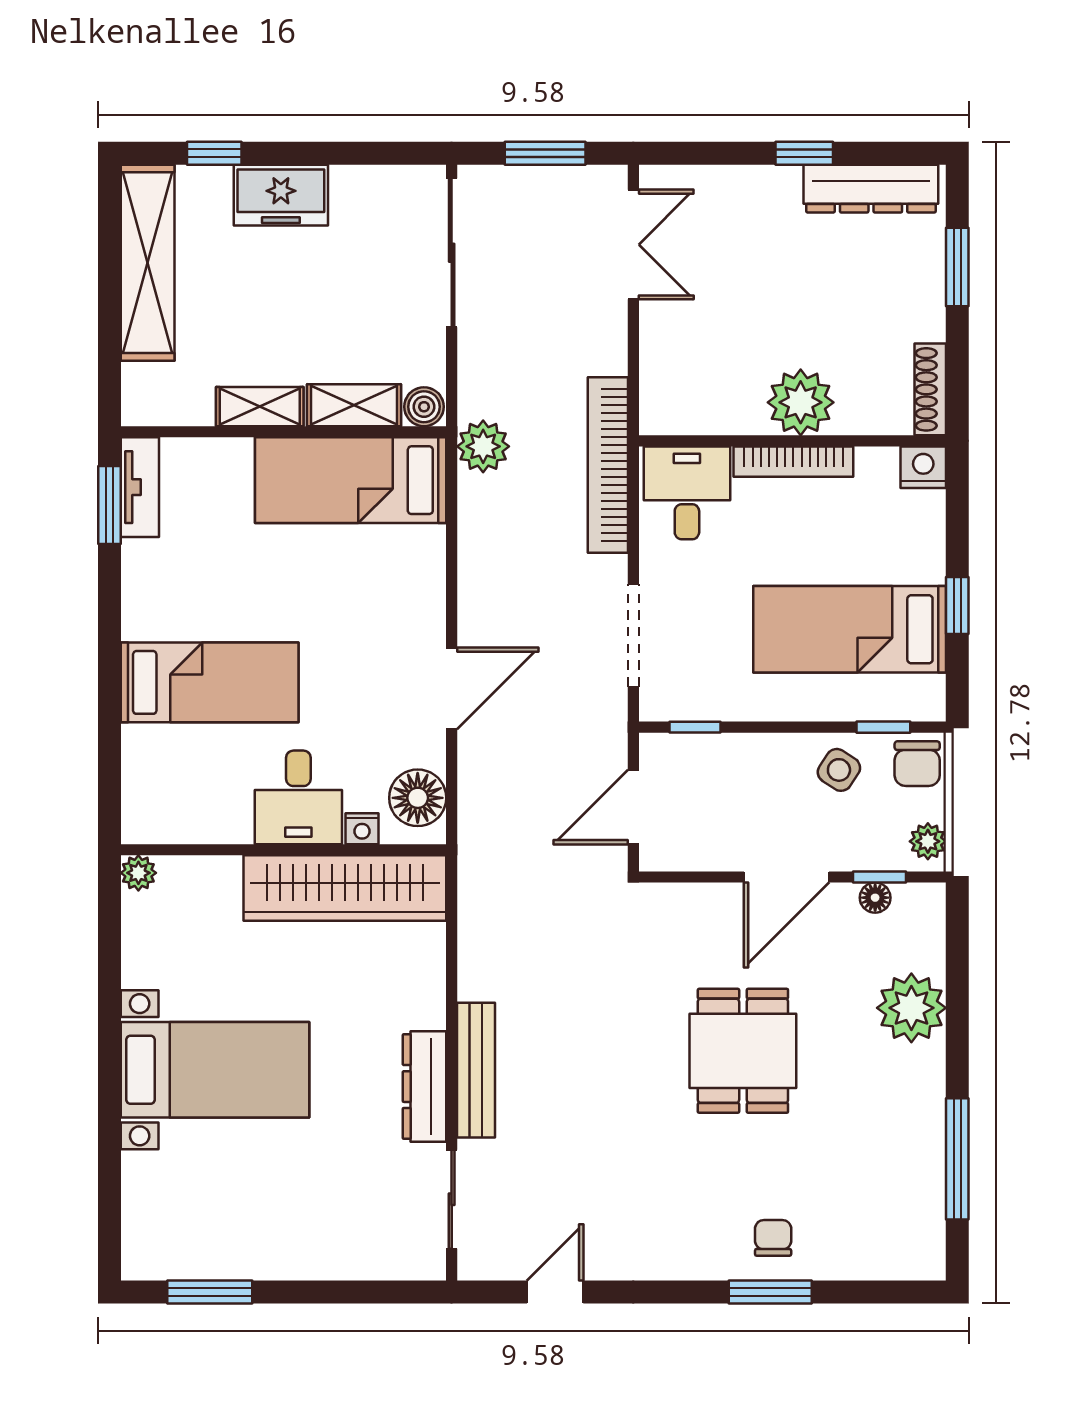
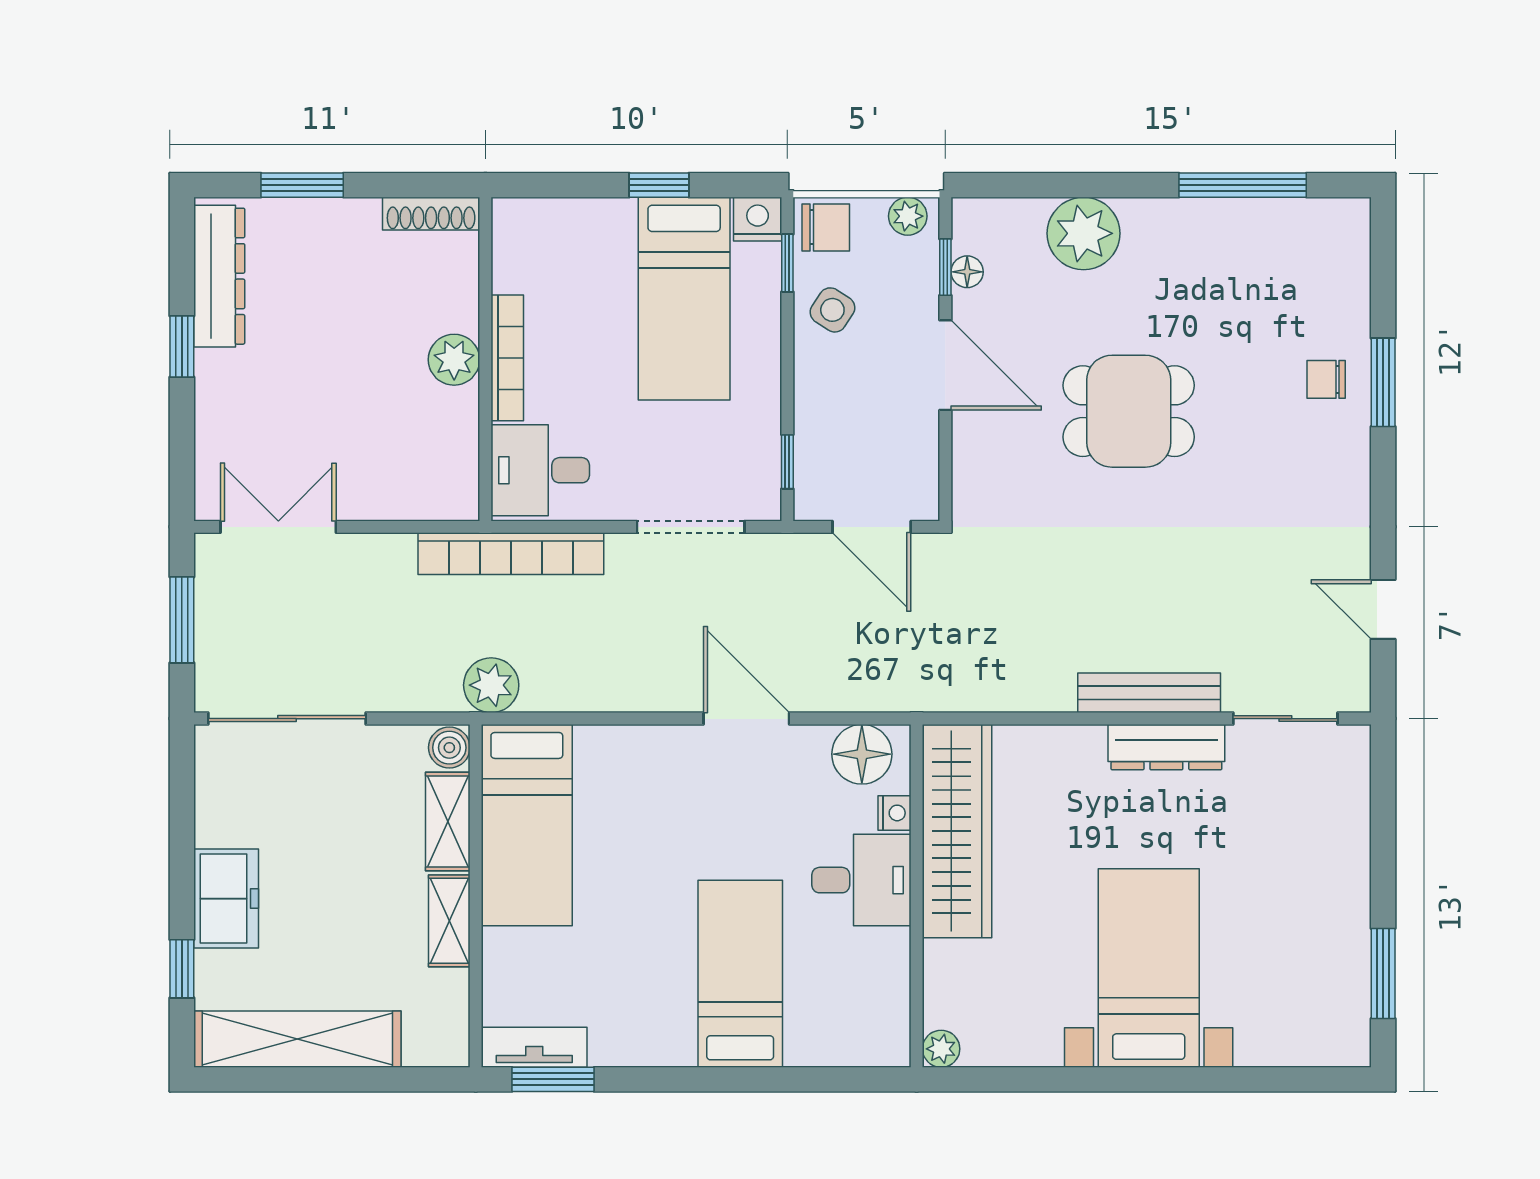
plant: (801, 402) -> (454, 360), width x0.73, depth x0.73
nightstand: (923, 467) -> (758, 219), moved, turned 90

